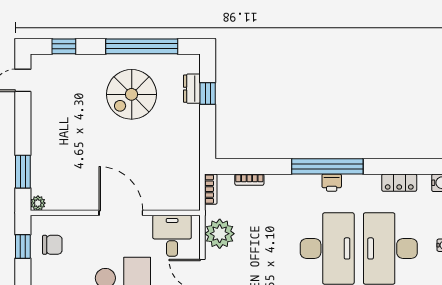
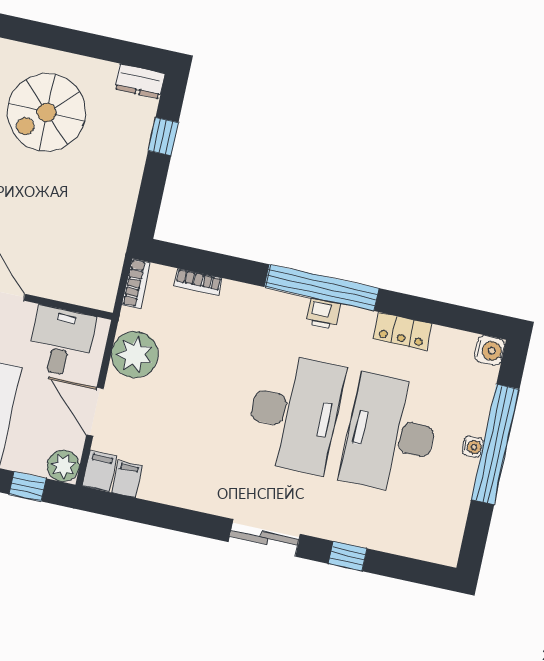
window: (142, 46) -> (78, 43), removed
dresser: (192, 89) -> (140, 81), moved, turned -90
locker: (399, 183) -> (402, 331), moved

